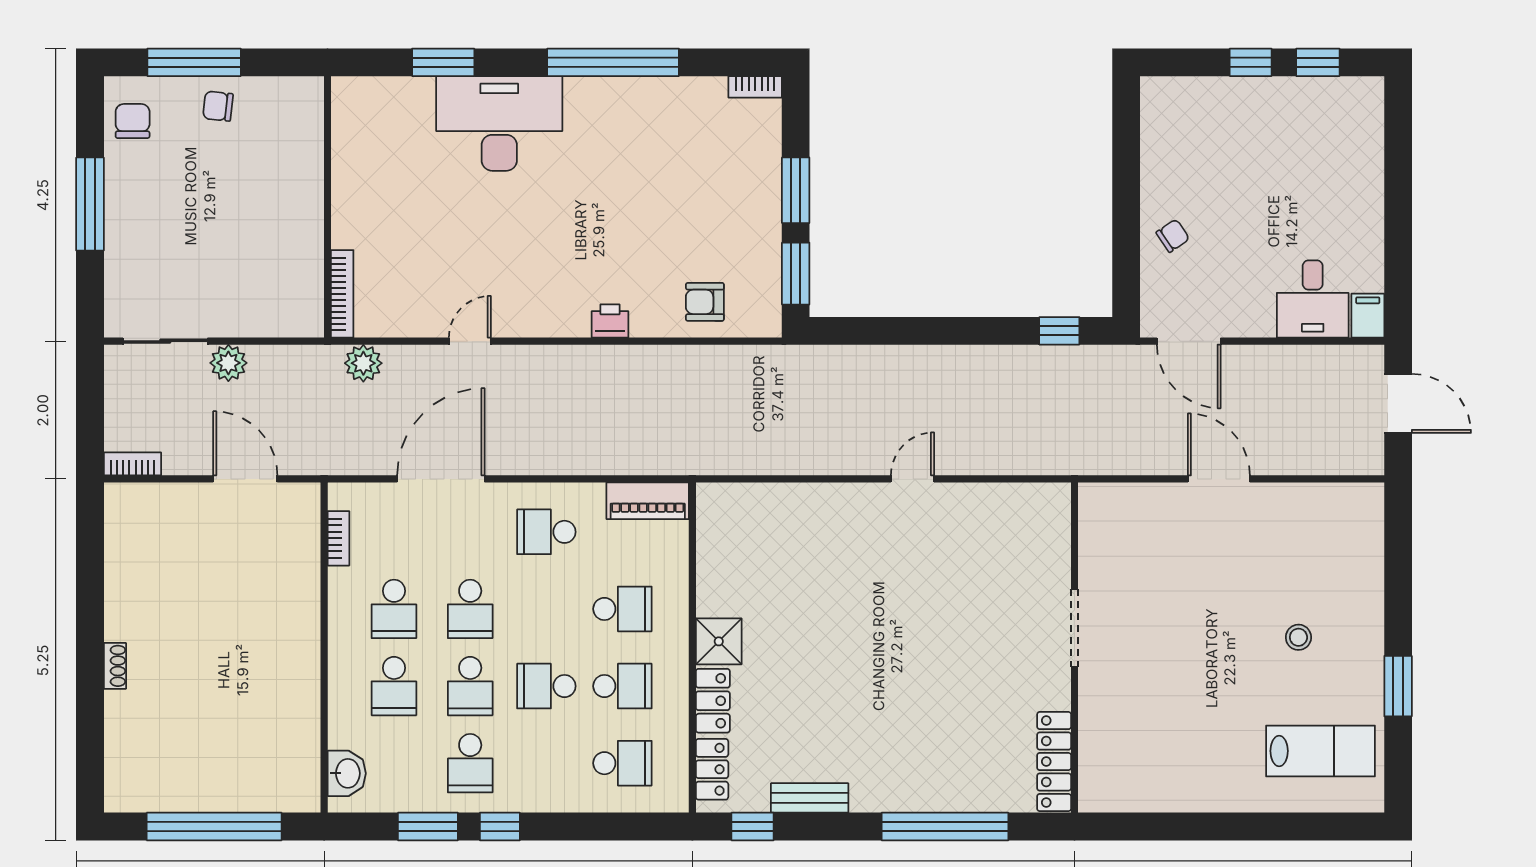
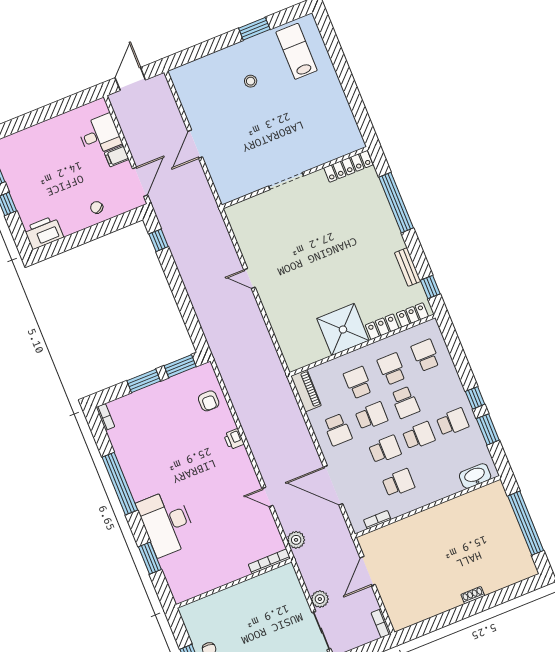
printer: (1166, 112) -> (44, 233), added
filing cabinet: (1368, 316) -> (117, 156), moved
shower: (719, 641) -> (343, 329), width x1.86, depth x1.86
school desk: (394, 686) -> (371, 416), moved
washbasin: (347, 773) -> (475, 476), width x1.38

